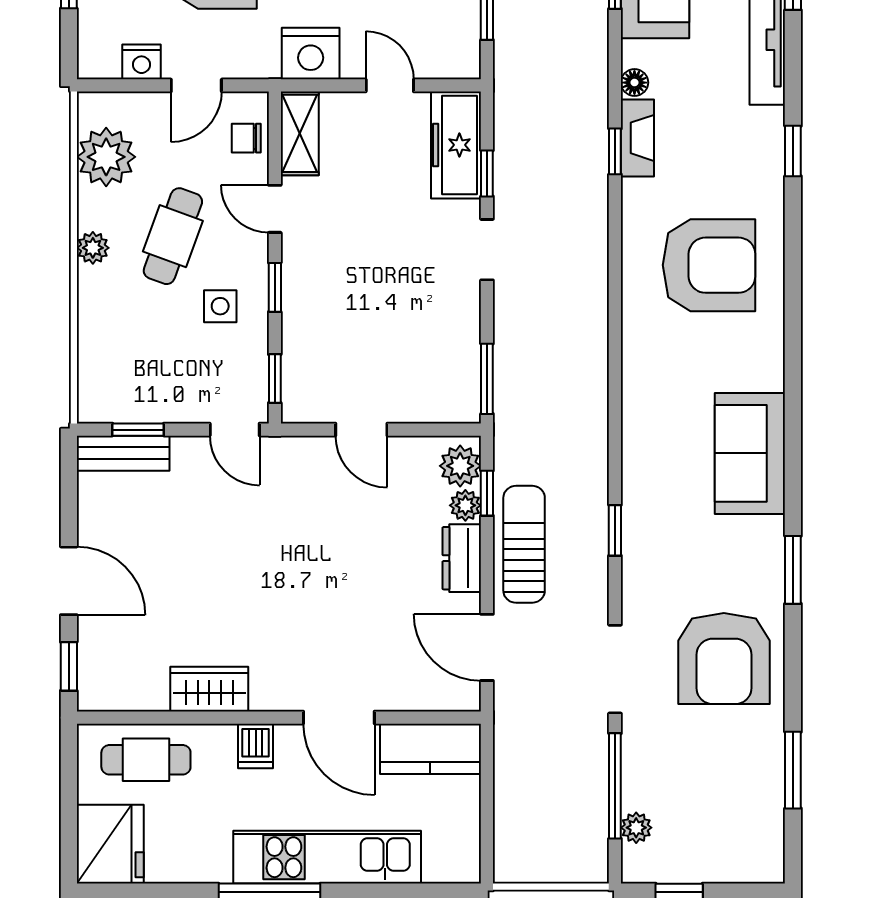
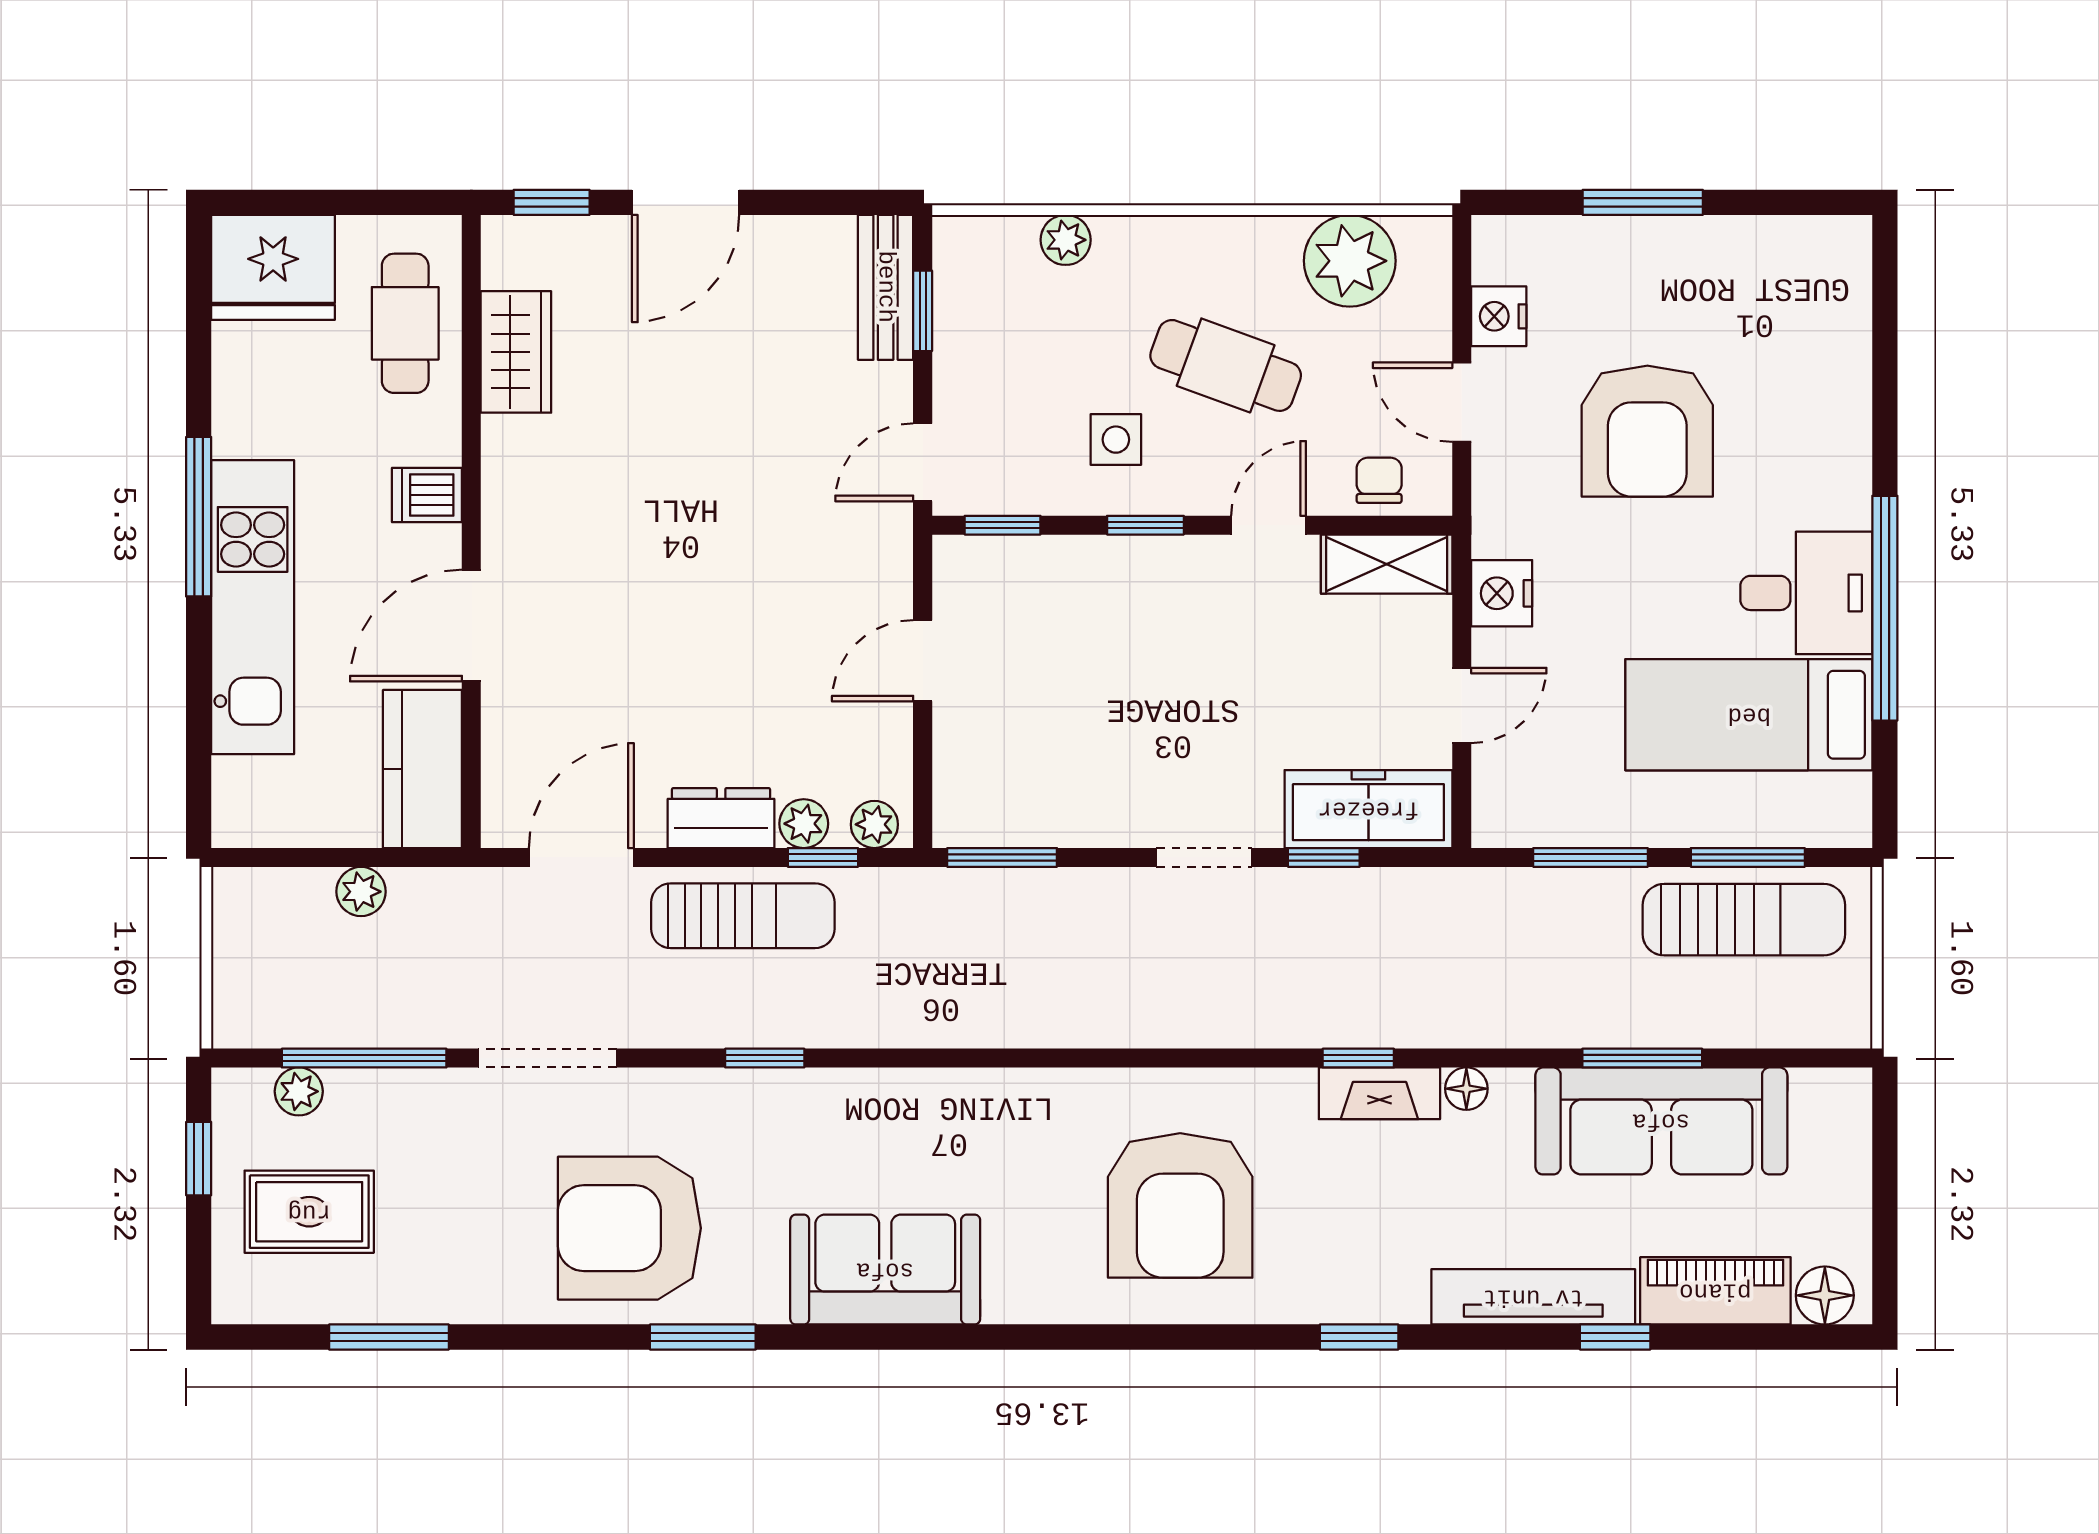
nightstand: (311, 54) -> (1502, 593), width x0.74, depth x0.75
plant: (93, 248) -> (1066, 240), moved
plant: (460, 466) -> (874, 824), width x0.73, depth x0.73
armchair: (724, 659) -> (629, 1228), moved
wardrobe: (209, 689) -> (516, 352), moved
plant: (509, 788) -> (361, 892), added
rug: (713, 821) -> (309, 1212), added

